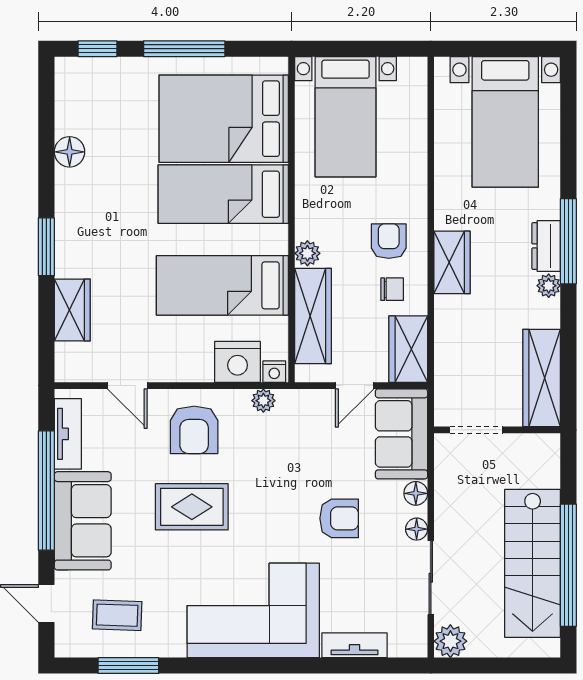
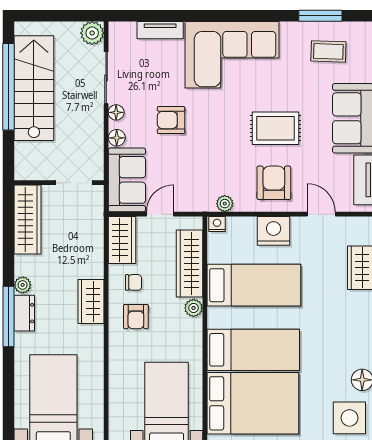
side table: (87, 98) -> (349, 418), added
chair: (392, 289) -> (134, 282), turned 180
nightstand: (238, 362) -> (274, 231), moved

